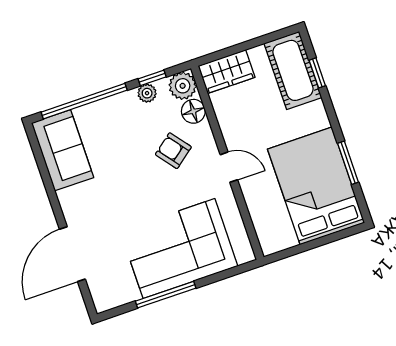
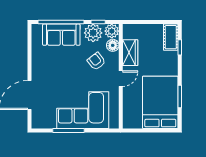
cot: (293, 70) -> (171, 37), width x0.73, depth x0.75
wardrobe: (227, 72) -> (130, 53), moved, turned -90
plant: (147, 93) -> (93, 33), width x1.88, depth x1.88
sofa: (63, 150) -> (61, 35), moved, turned 90
door: (229, 167) -> (121, 79), hinge flipped

